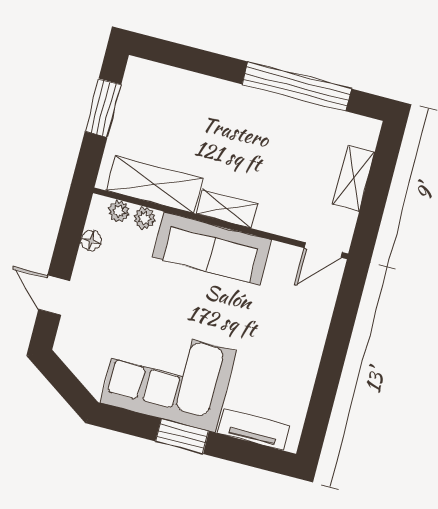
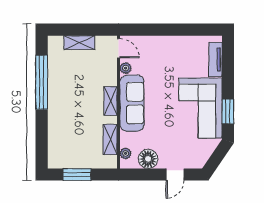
shelving: (154, 184) -> (110, 140), width x0.67, depth x0.75
plant: (145, 218) -> (126, 68), moved
floor lamp: (91, 241) -> (148, 159), width x1.89, depth x1.89
window: (182, 436) -> (228, 111), moved

